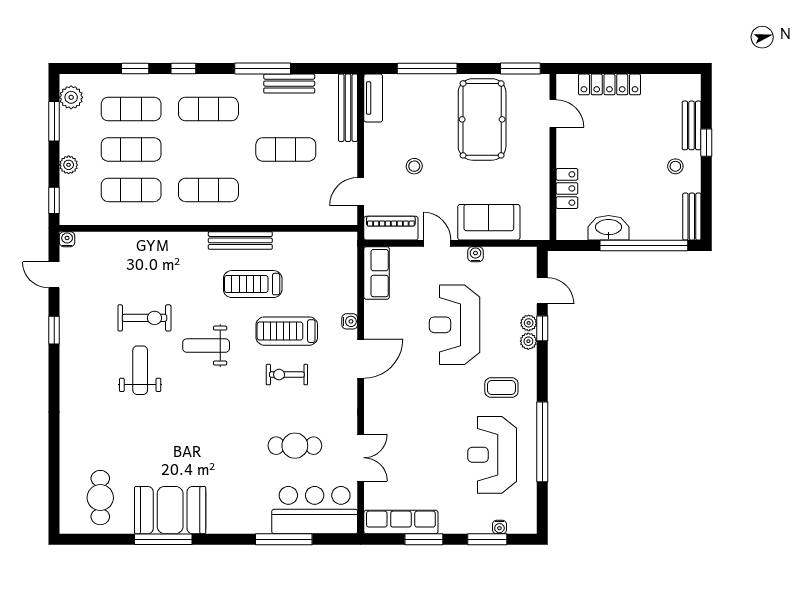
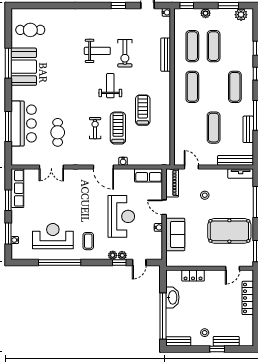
exercise mat: (131, 109) -> (235, 46), removed
bench: (240, 240) -> (166, 55), moved
door: (437, 243) -> (164, 207), swing flipped
reception desk: (455, 325) -> (121, 216), turned 90
bar counter: (315, 510) -> (24, 124), moved

